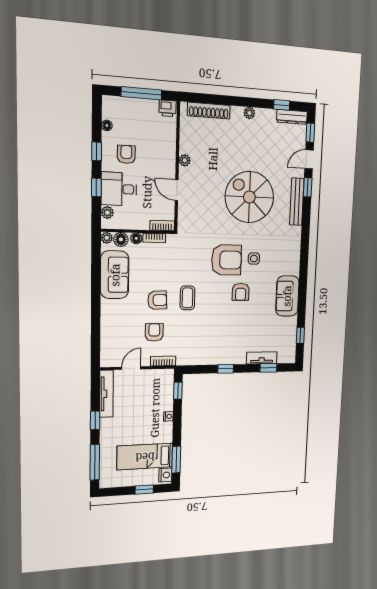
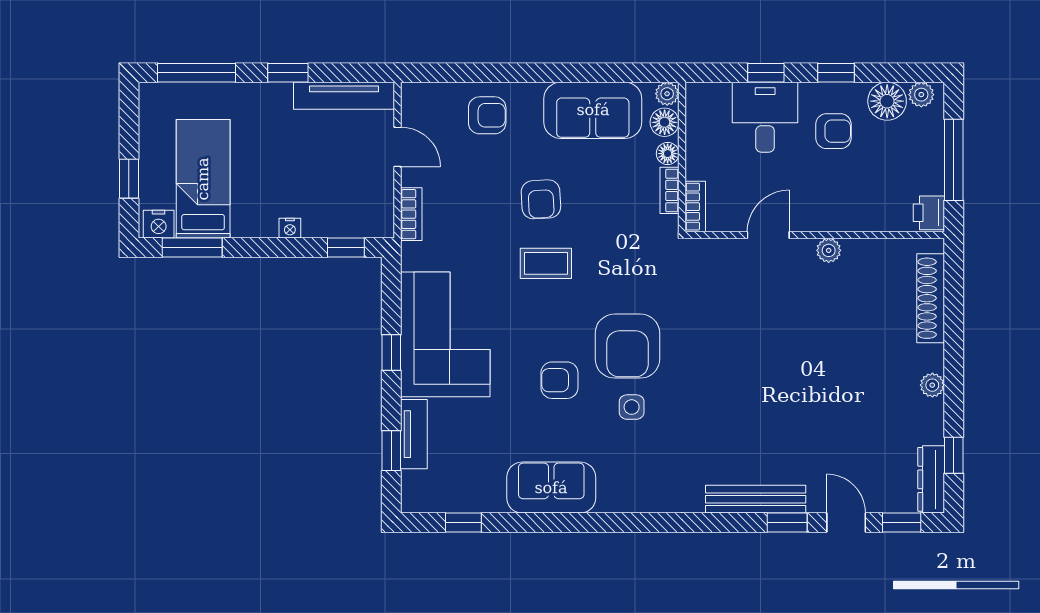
floor lamp: (107, 125) -> (887, 101), width x1.89, depth x1.89
spiral stairs: (249, 197) -> (761, 392), removed
plant: (107, 213) -> (921, 95), moved
armchair: (154, 332) -> (487, 115), moved
corner sofa: (218, 344) -> (445, 334), added

